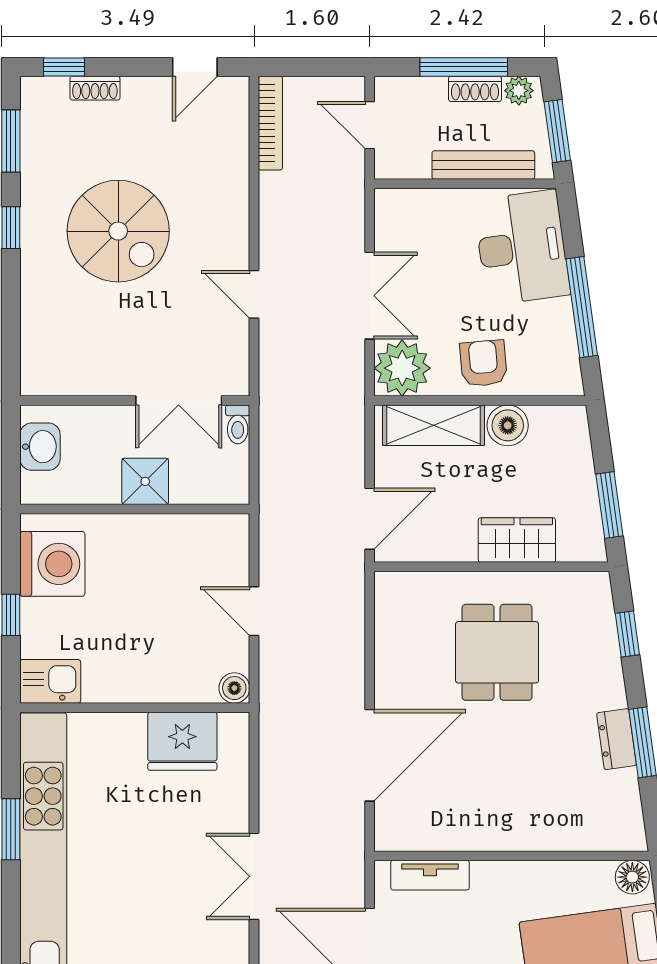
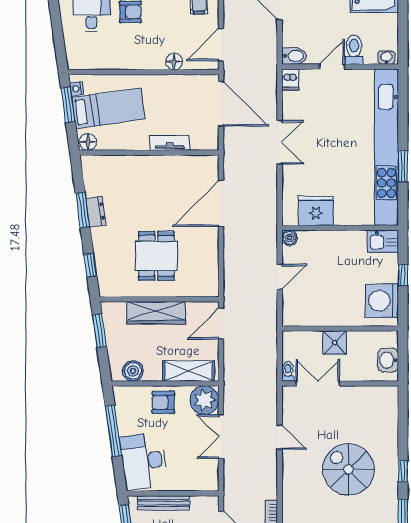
armchair: (483, 363) -> (163, 402), turned 95
boiler: (508, 425) -> (133, 371), moved
wardrobe: (517, 540) -> (156, 313), width x1.50
door: (254, 611) -> (280, 277), hinge flipped
tv unit: (430, 875) -> (170, 143), moved

